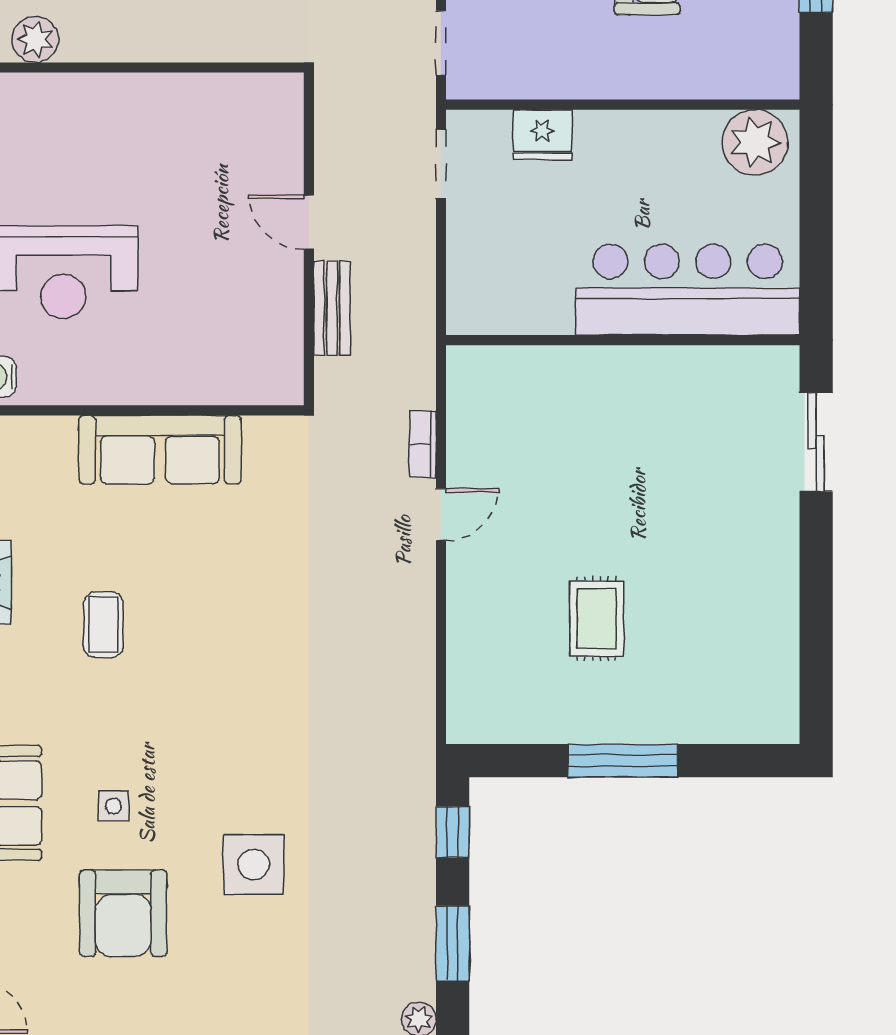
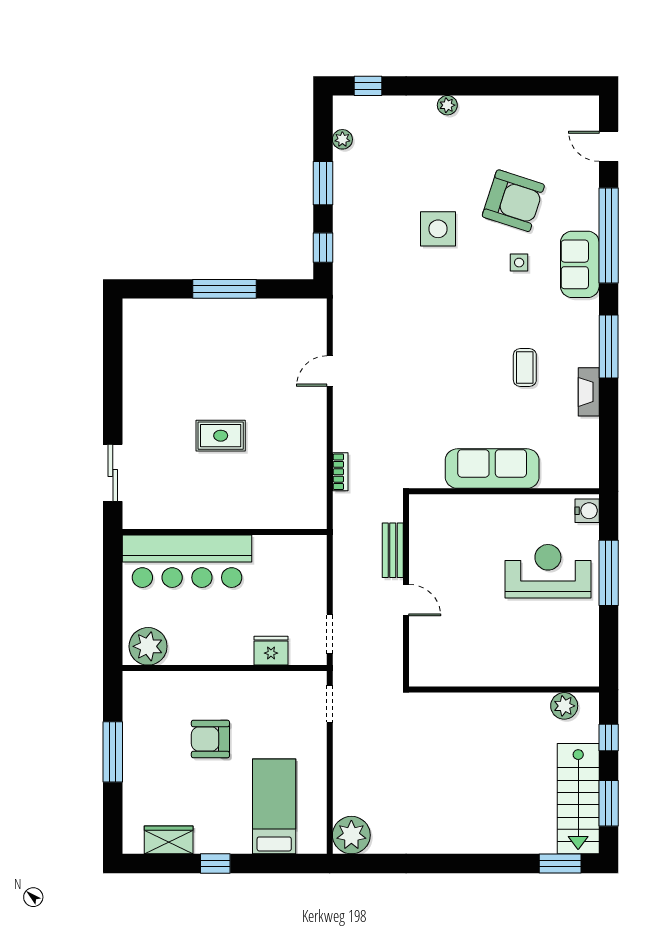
door: (441, 514) -> (330, 371), moved
rug: (596, 619) -> (221, 436), moved, turned 90
armchair: (123, 913) -> (513, 201), turned 108

